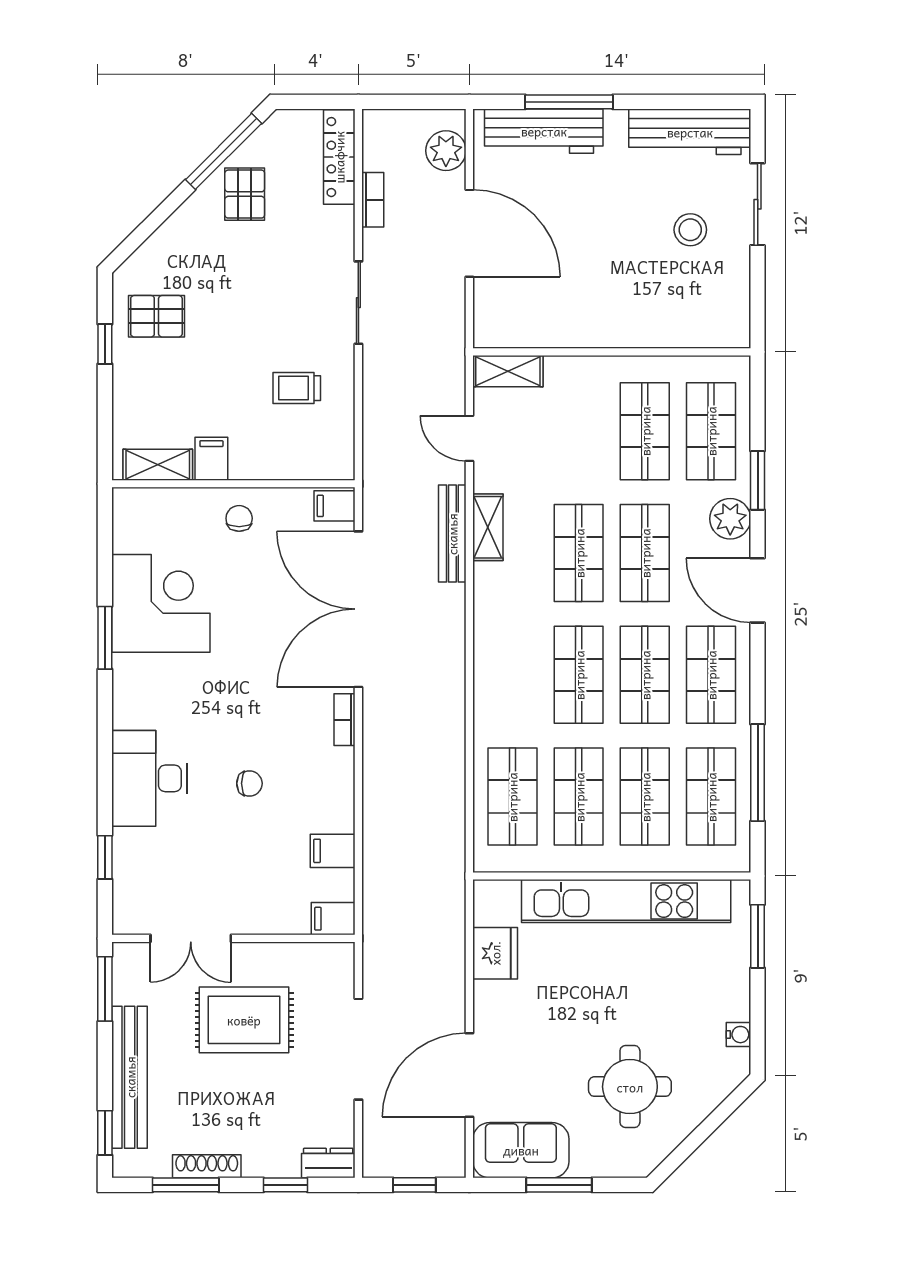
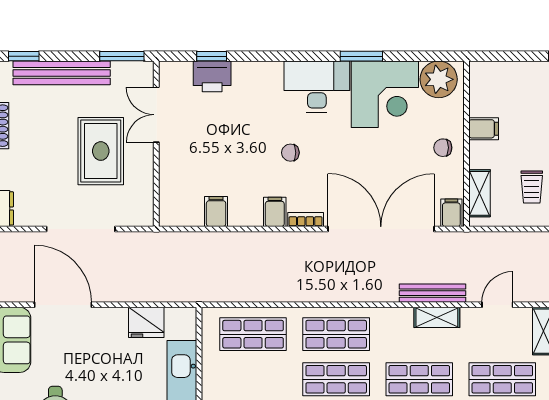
trolley: (297, 388) -> (532, 187), turned 180
shop shelf: (579, 431) -> (502, 379), added
shelving: (158, 465) -> (479, 193), moved
chair: (239, 518) -> (443, 148), turned 180
plant: (139, 525) -> (439, 79), added
desk: (150, 778) -> (317, 87), moved
chair: (249, 783) -> (290, 153), moved, turned 90
shop shelf: (579, 797) -> (336, 334), moved
printer: (135, 857) -> (212, 76), added
filing cabinet: (333, 919) -> (275, 212), moved

